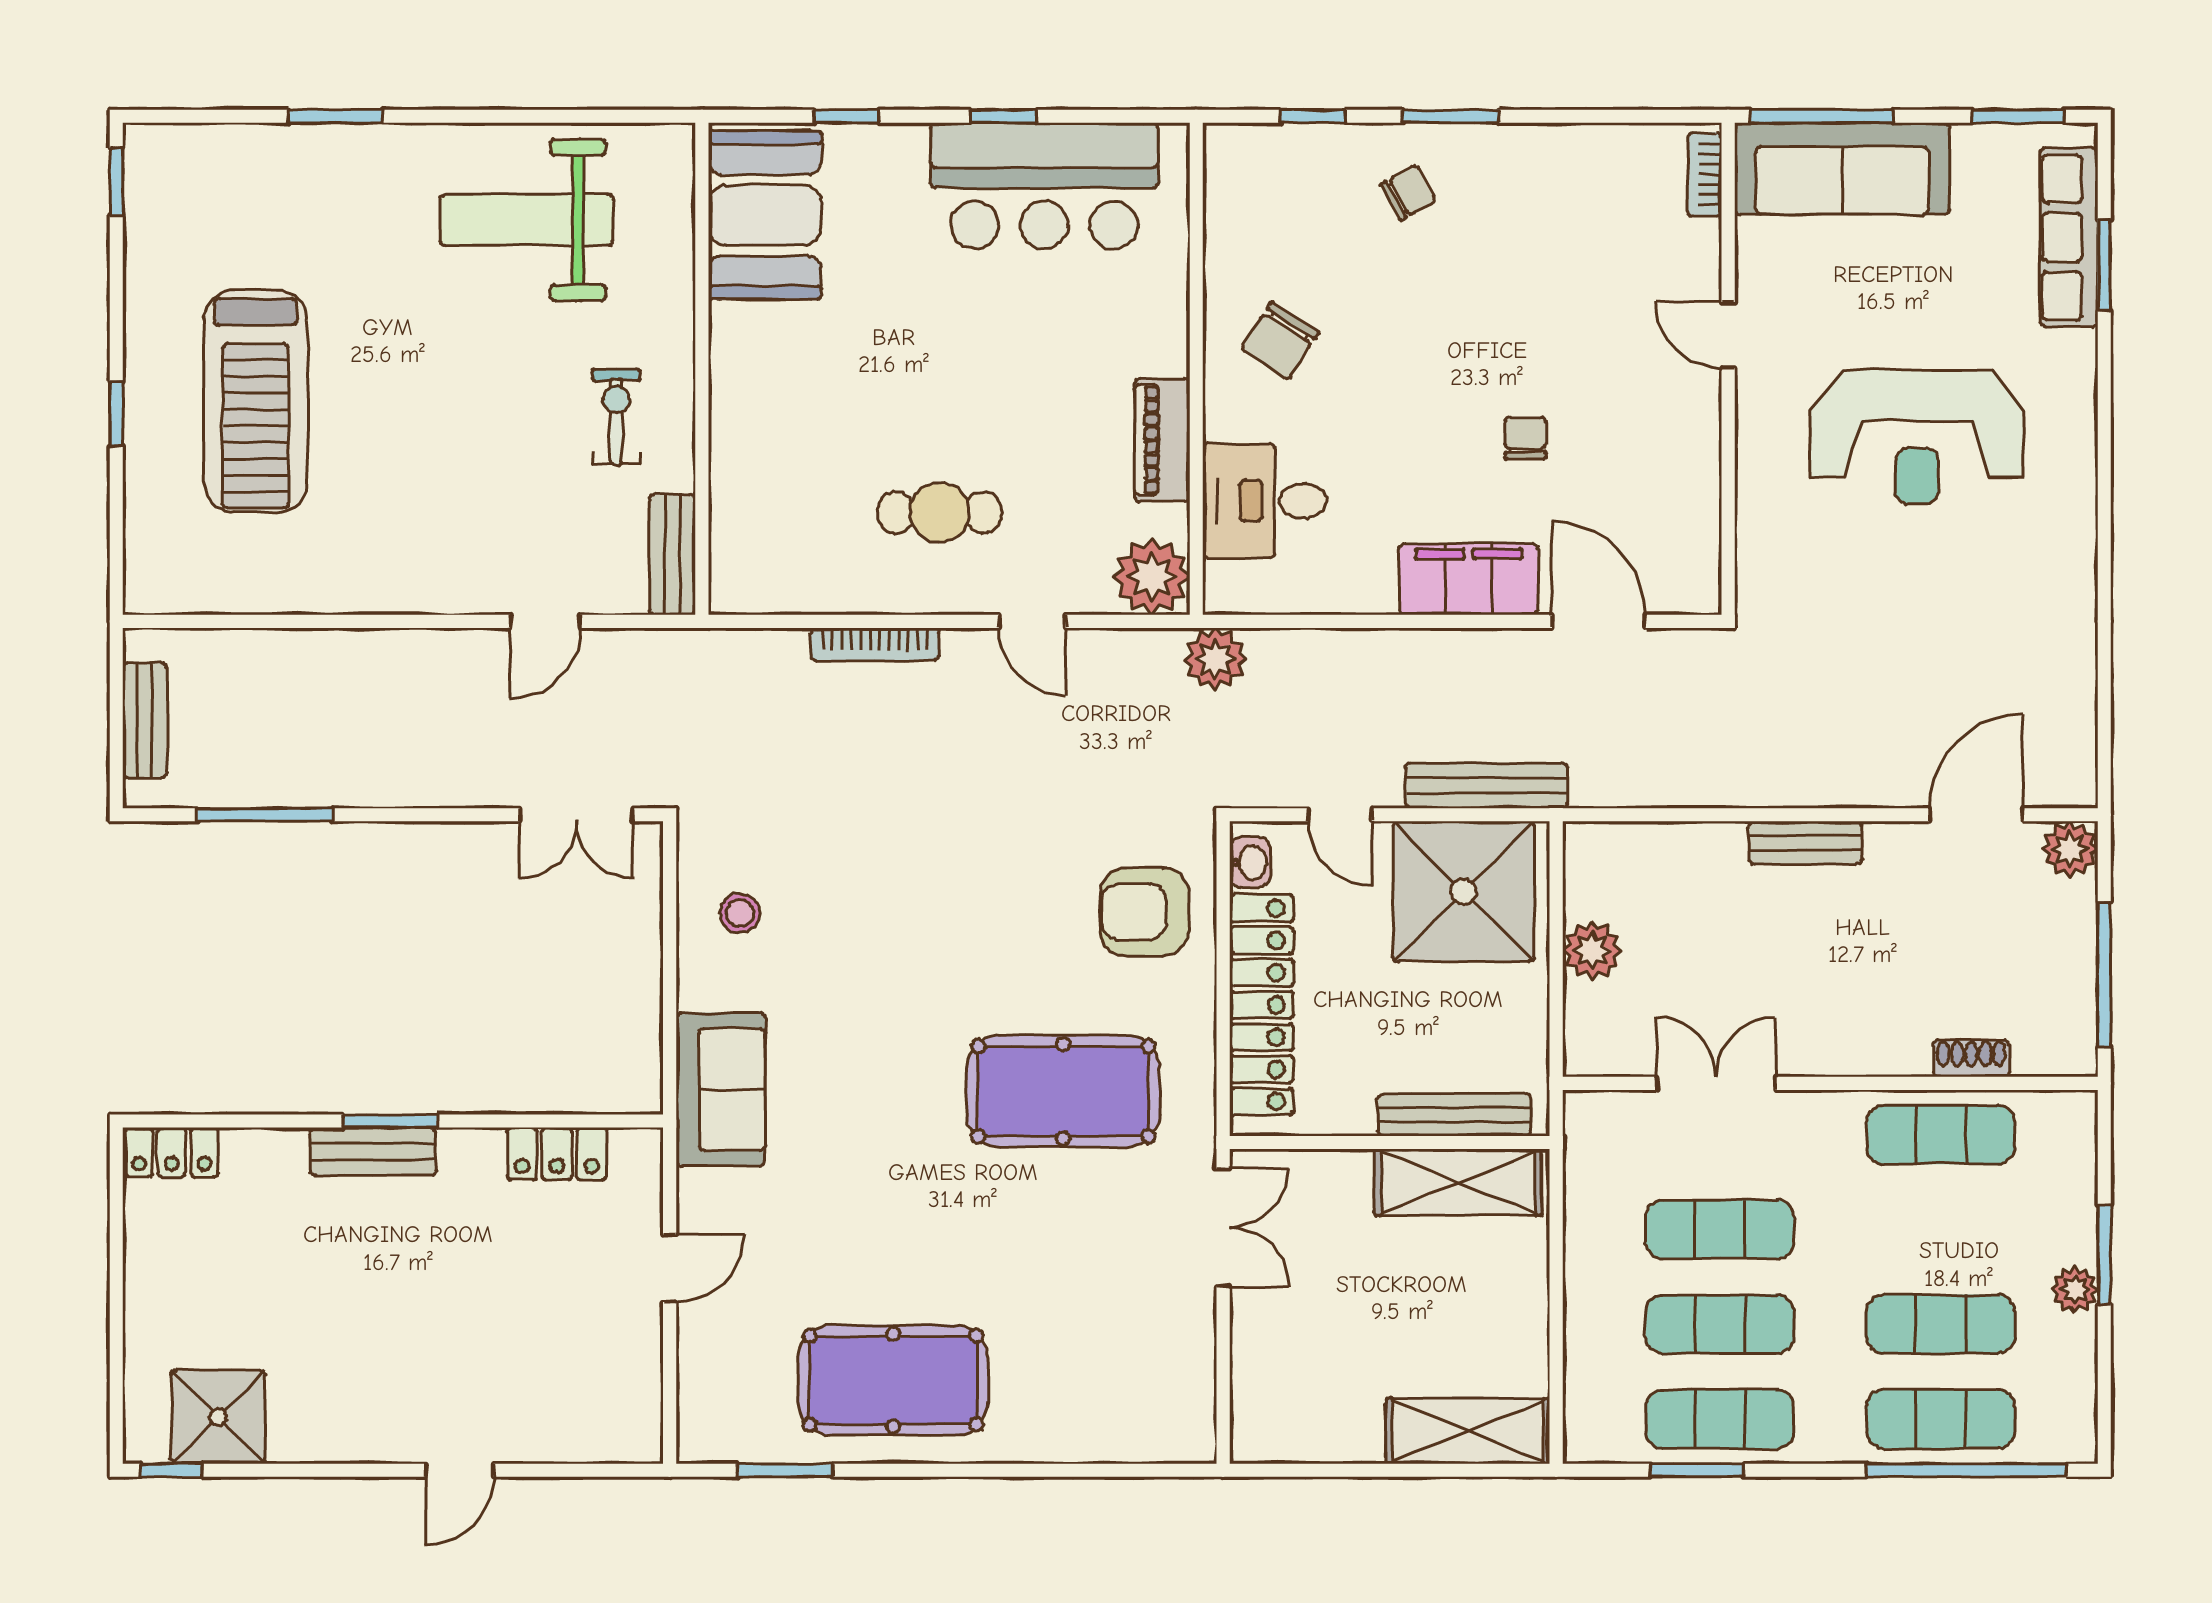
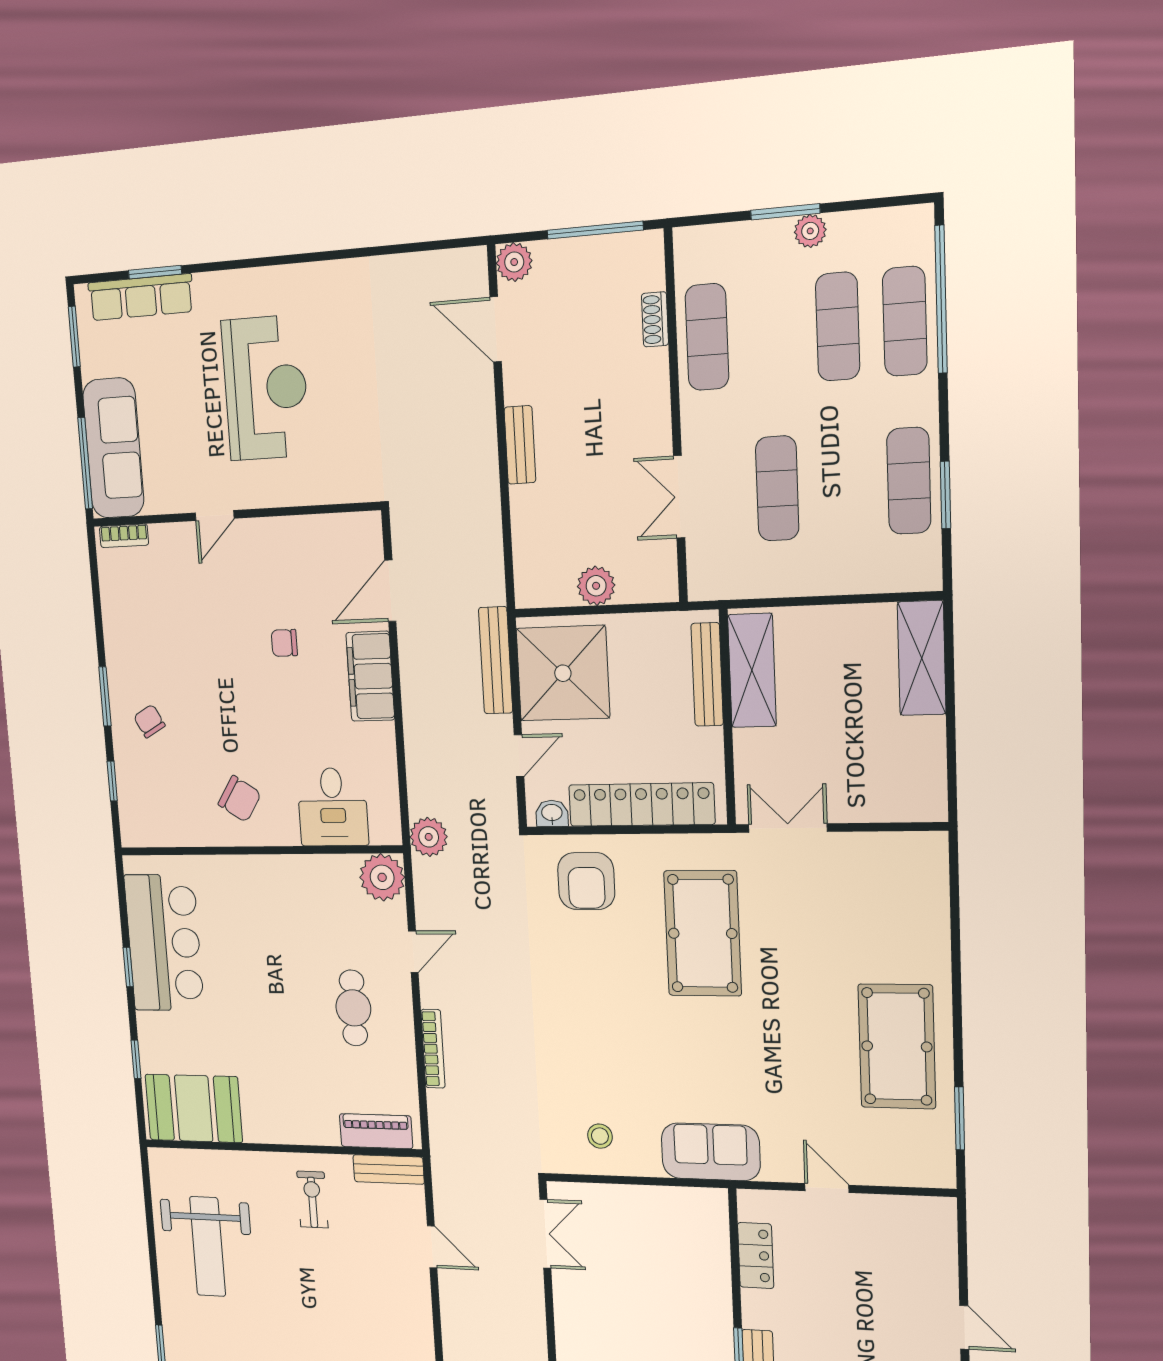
exercise bike: (616, 417) -> (312, 1200), turned 90
piano: (1162, 440) -> (376, 1131), moved, turned 180
exercise mat: (1720, 1324) -> (842, 485), removed

